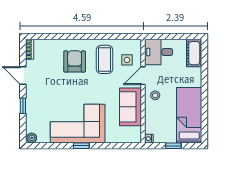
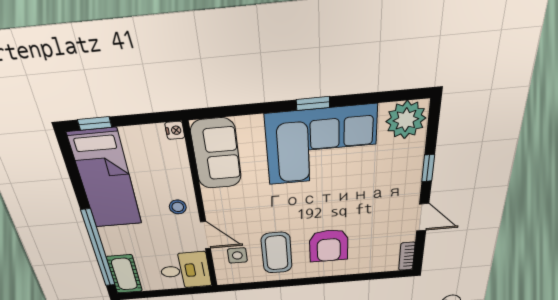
window: (204, 72) -> (99, 249), added
door: (143, 76) -> (206, 235), hinge flipped
sofa: (131, 107) -> (216, 154), moved
plant: (32, 138) -> (406, 120), width x1.87, depth x1.87
window: (173, 146) -> (95, 123), moved

